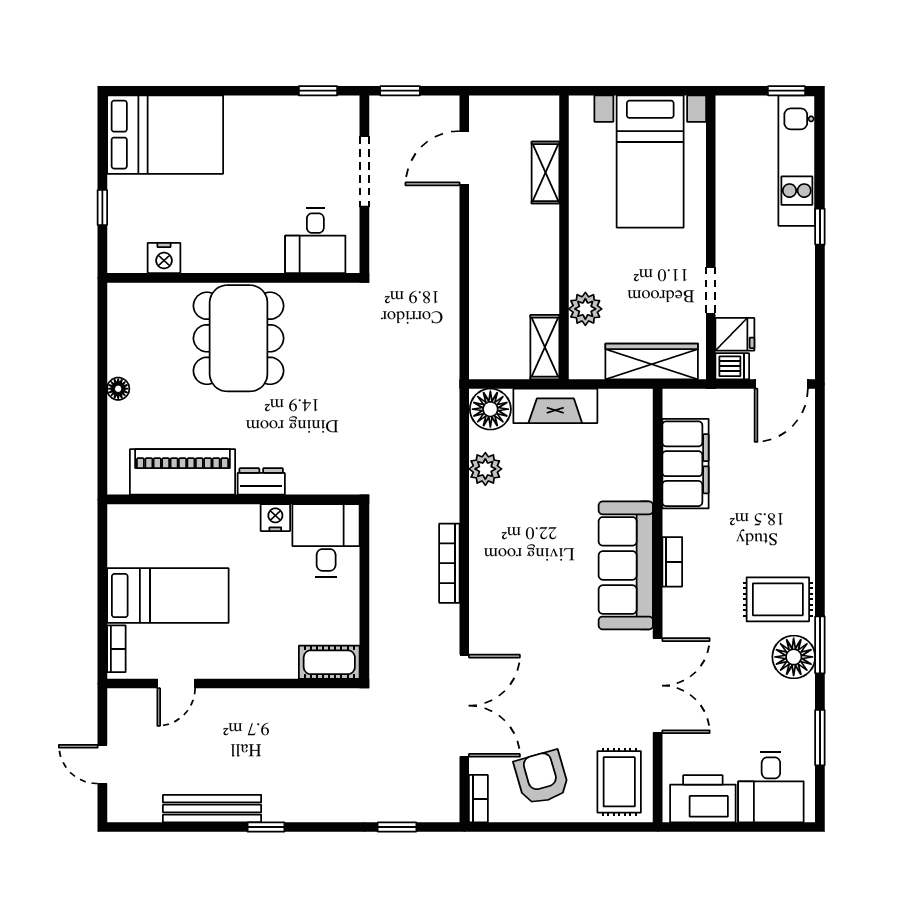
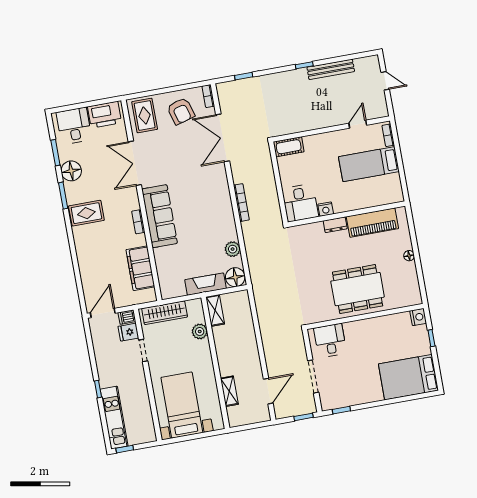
nightstand: (164, 258) -> (418, 317), moved, turned 90
dining table: (239, 338) -> (358, 289), turned 90
floor lamp: (794, 657) -> (71, 171), moved

